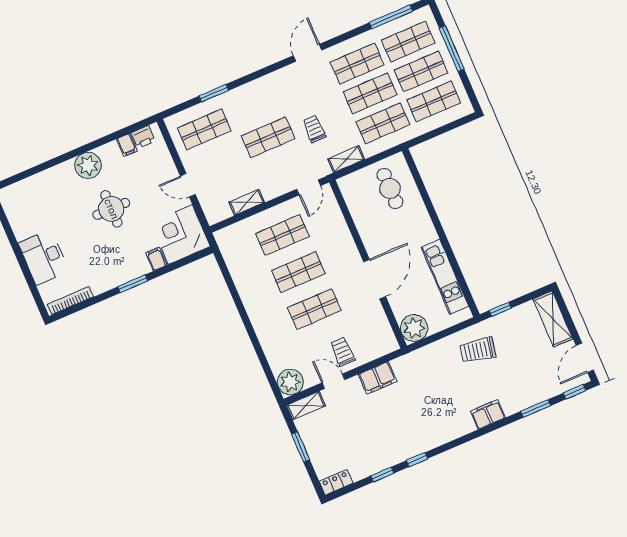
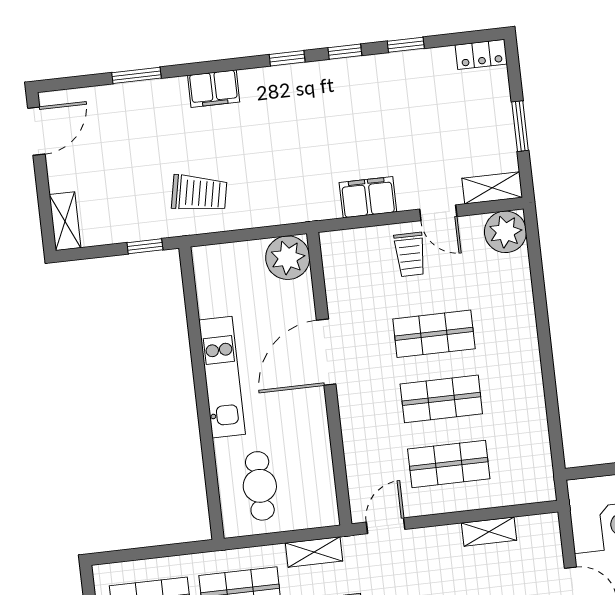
kitchen unit: (445, 277) -> (222, 377), moved
shelving: (553, 319) -> (65, 221), width x0.67, depth x0.75
window: (575, 392) -> (287, 58), moved

